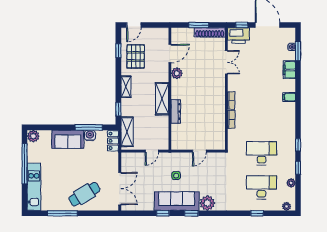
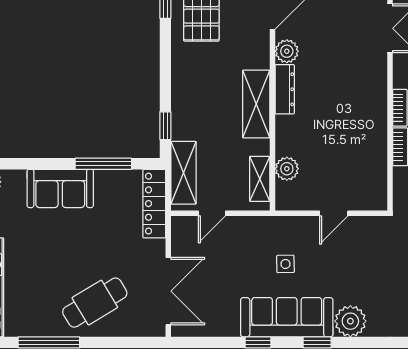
shelving: (126, 87) -> (260, 179), moved
dresser: (176, 111) -> (285, 89), moved
plant: (177, 130) -> (287, 169), added
water cooler: (90, 135) -> (106, 180), removed
locker: (113, 141) -> (154, 204), width x1.53
door: (152, 151) -> (212, 213), moved

